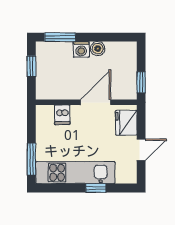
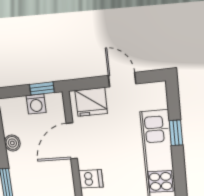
washing machine: (81, 49) -> (36, 104), moved, turned 90
door: (96, 102) -> (72, 141), hinge flipped

